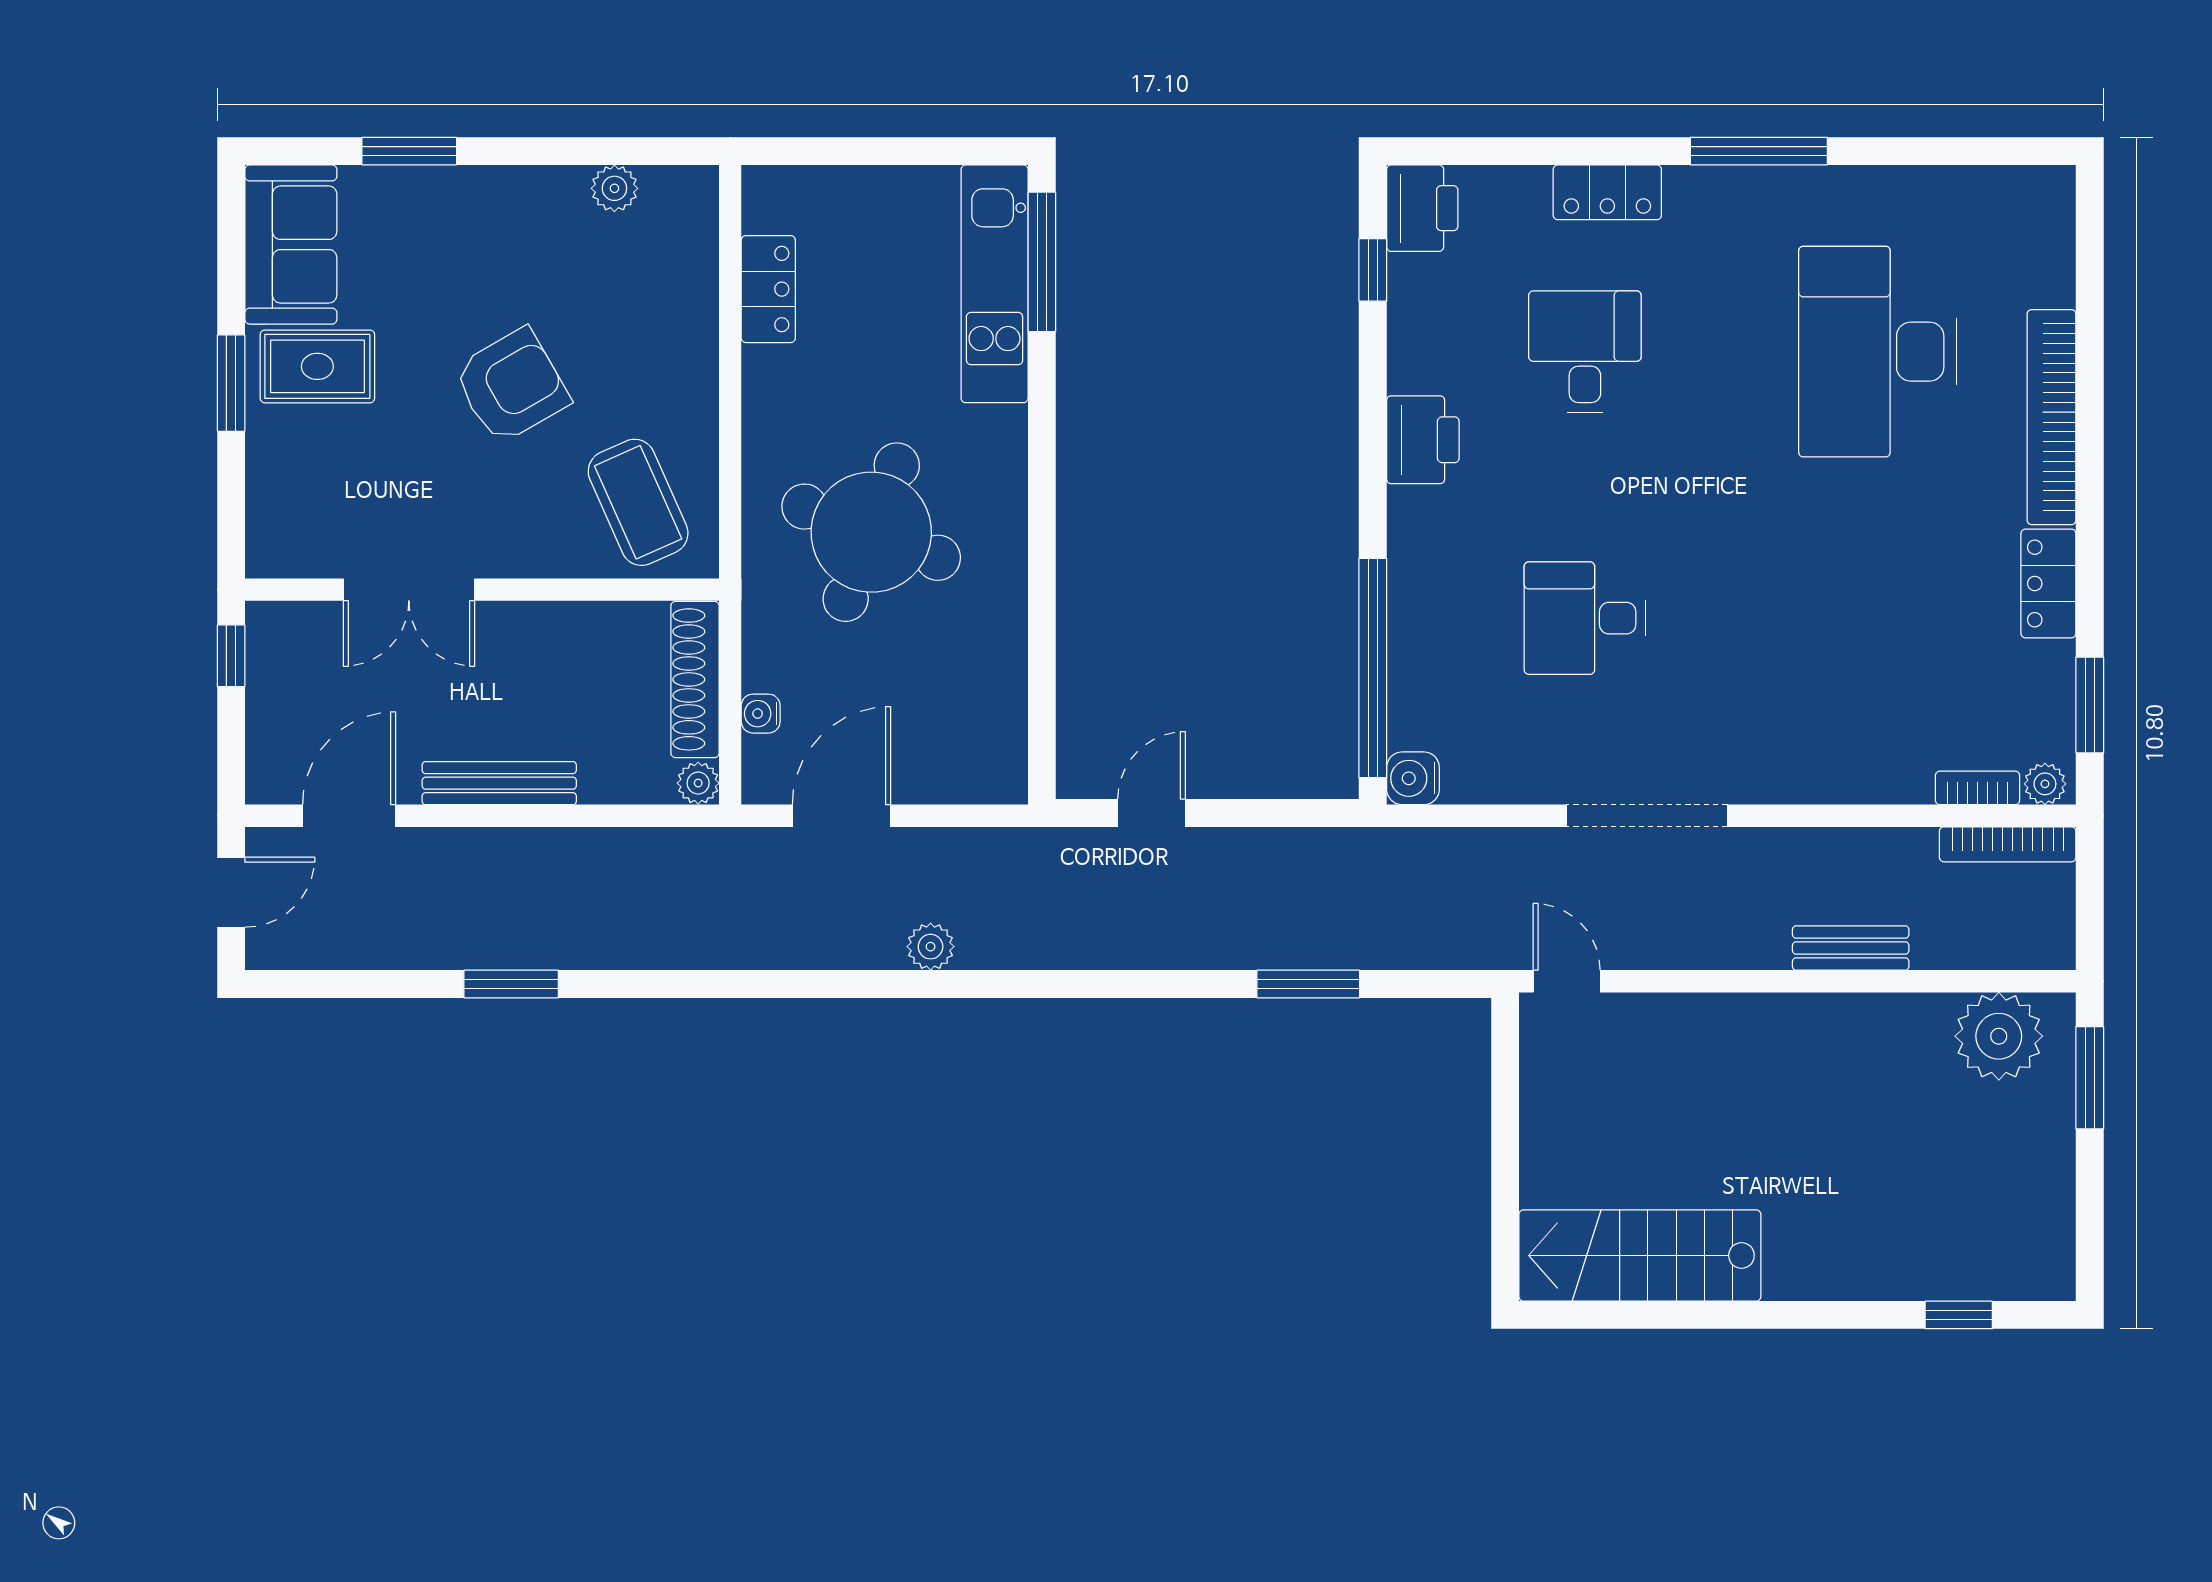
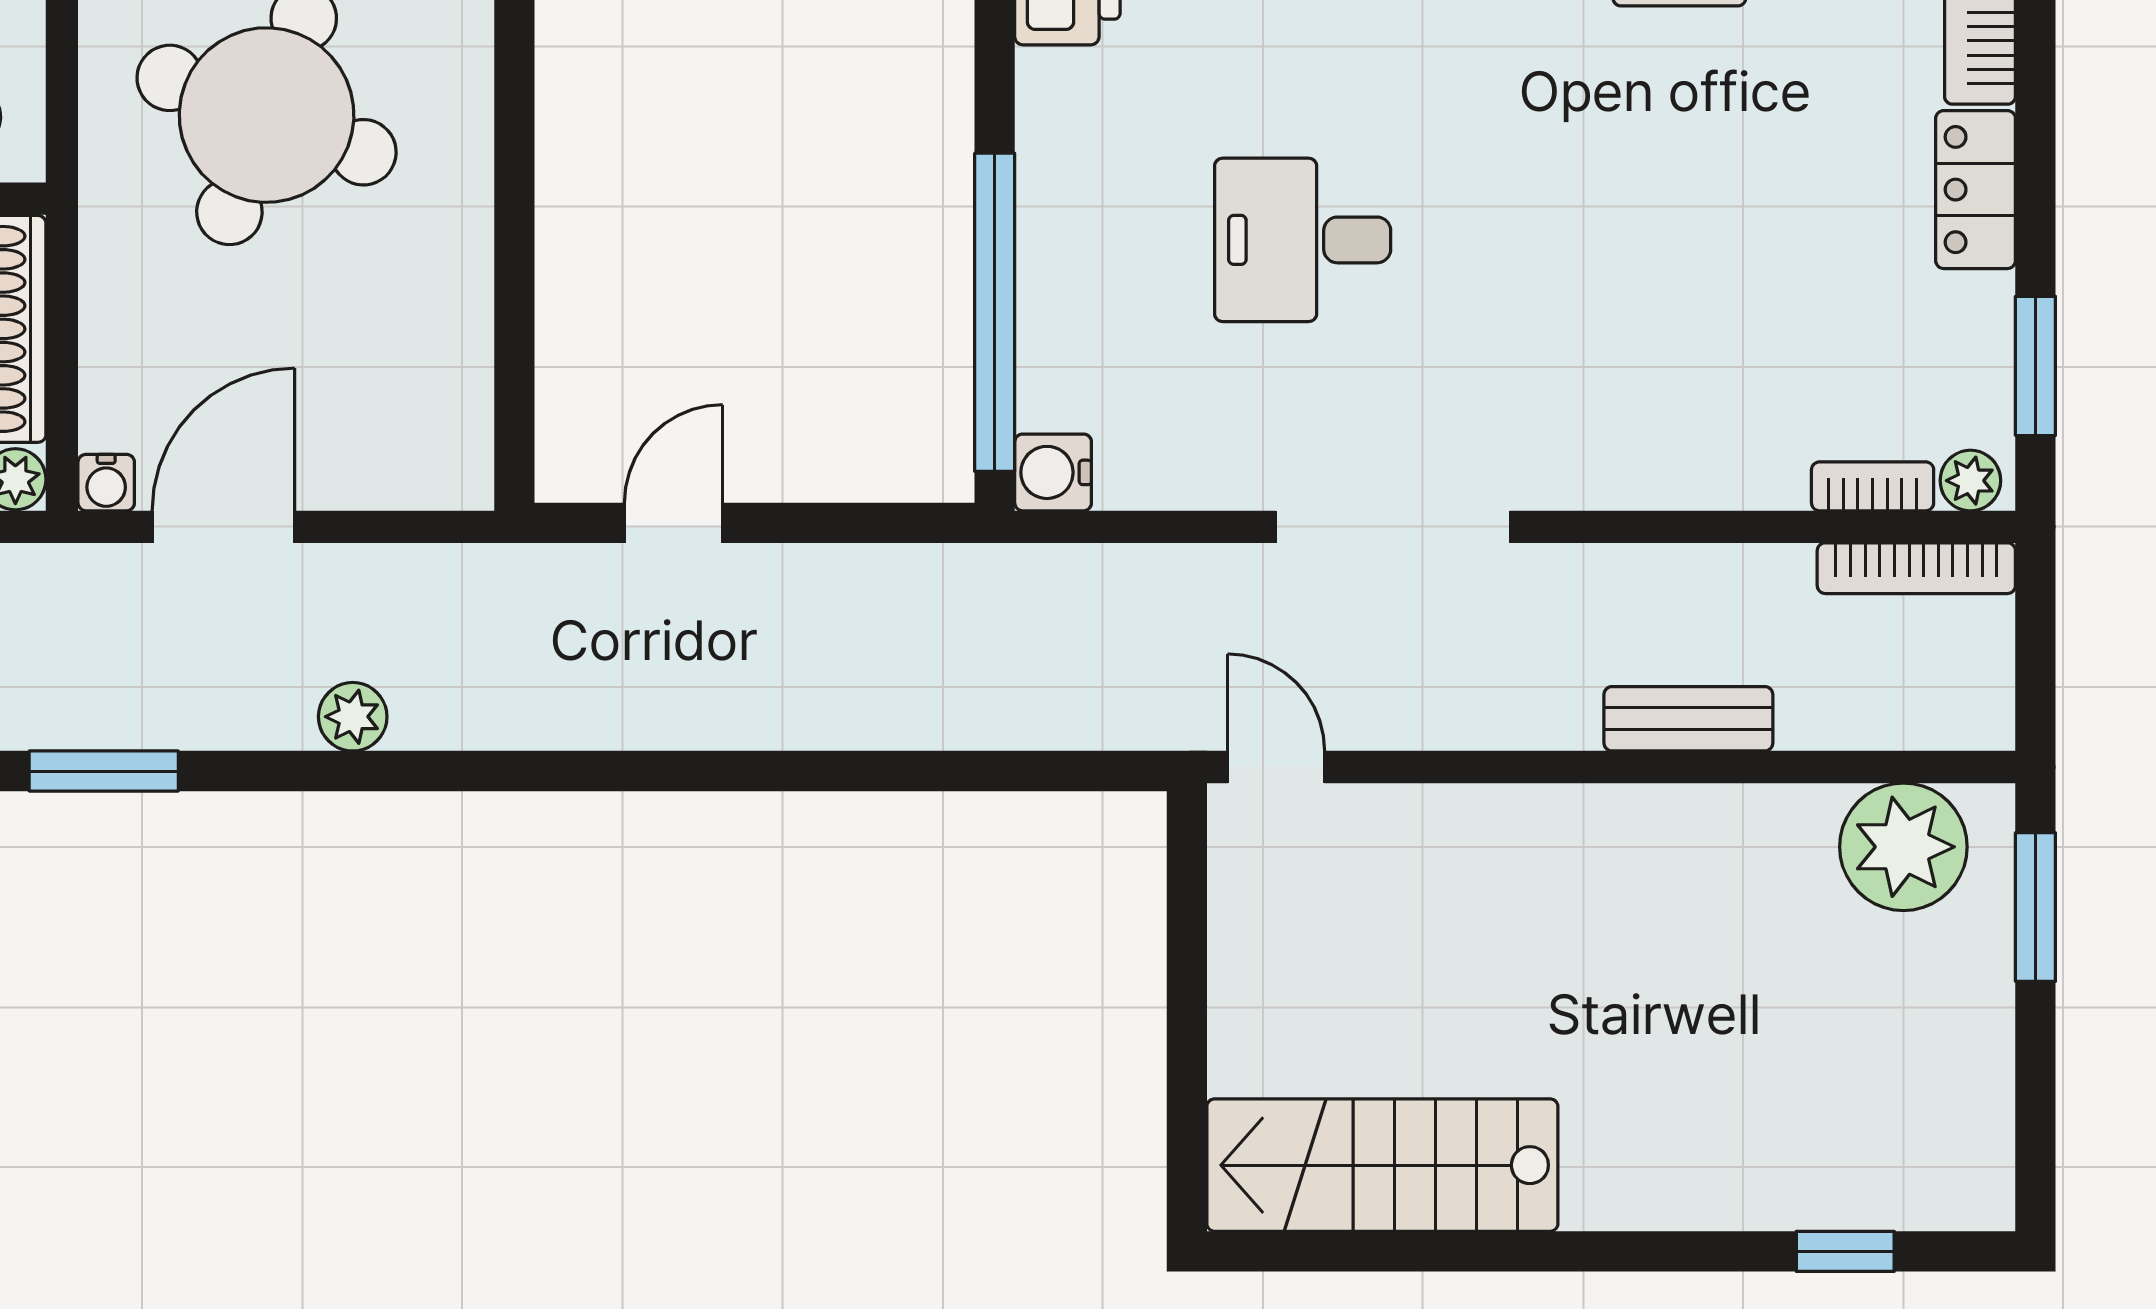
water cooler: (761, 714) -> (106, 483), moved, turned -90
window: (1308, 984) -> (104, 771), moved

